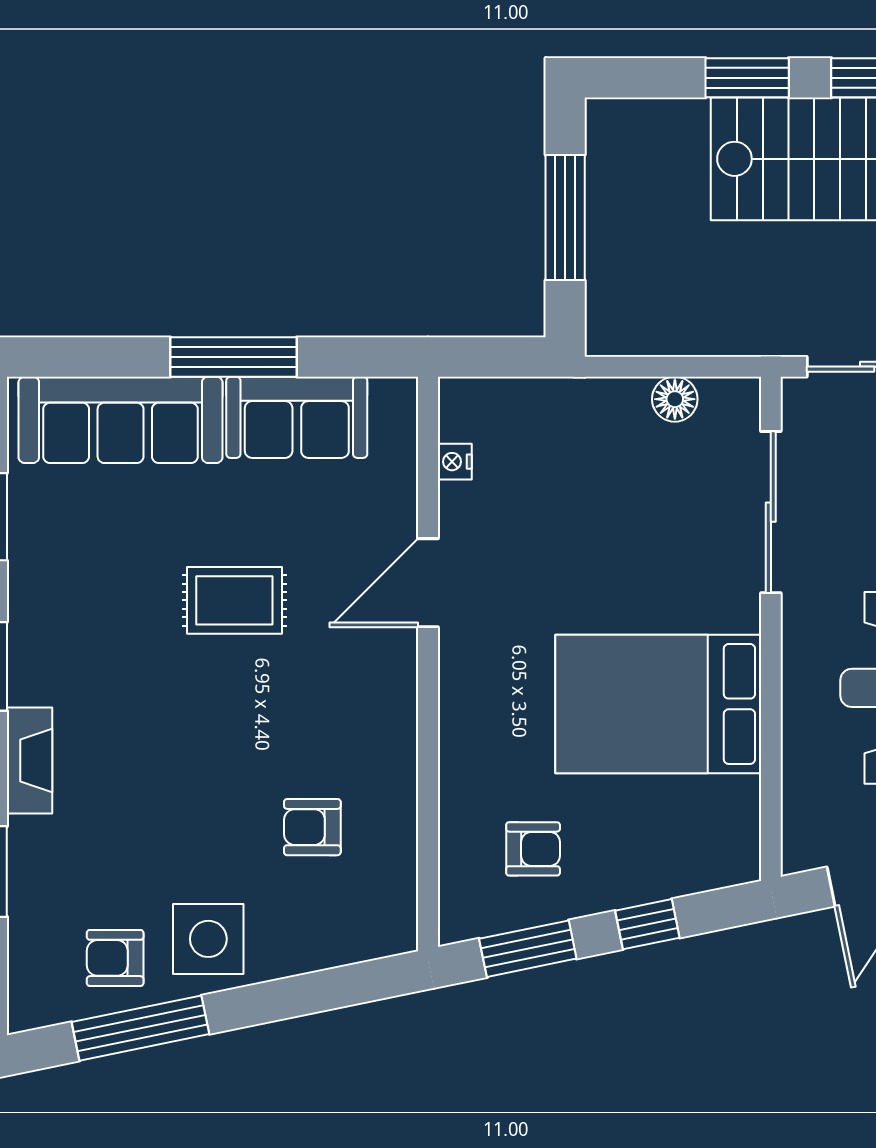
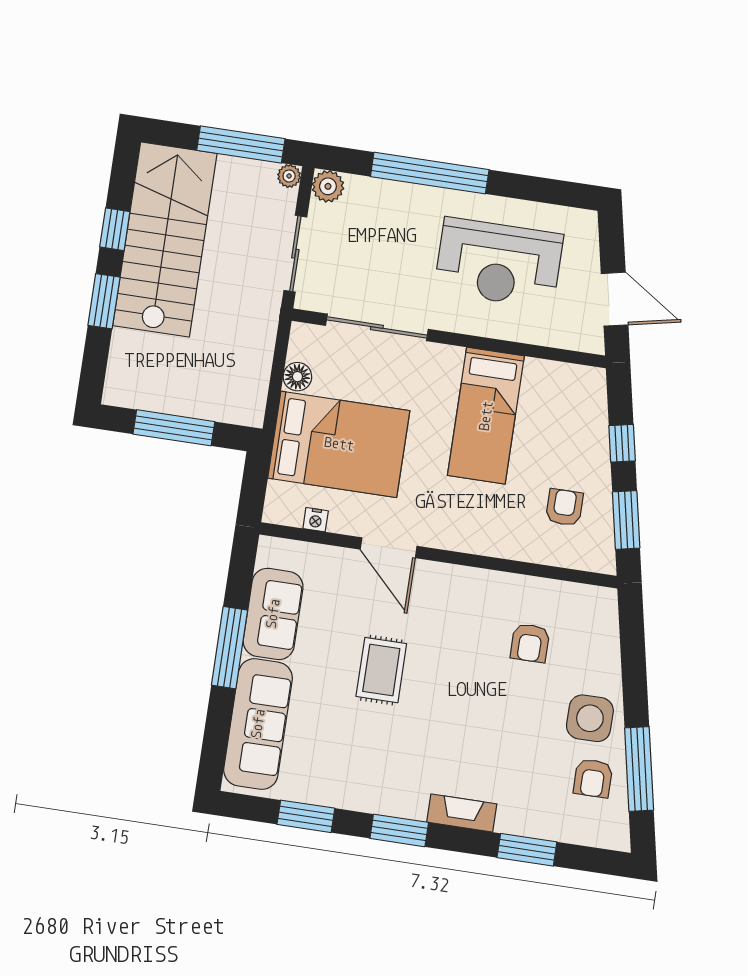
bed: (578, 480) -> (339, 444), added
bed: (658, 704) -> (486, 416), width x0.67

